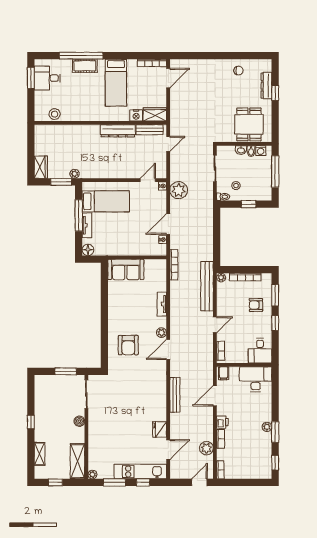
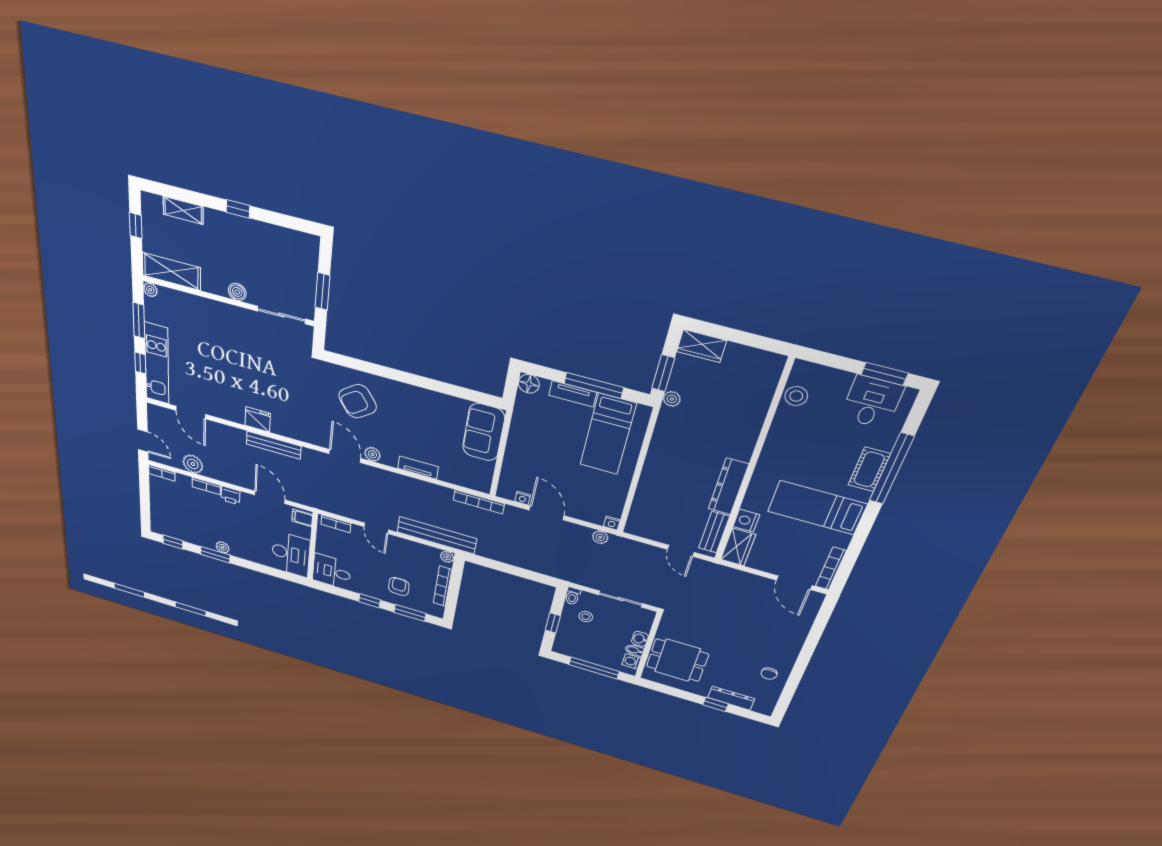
door: (148, 180) -> (628, 506), removed
plant: (179, 190) -> (600, 537), width x0.53, depth x0.53
armchair: (128, 345) -> (358, 401), turned -36
fridge: (160, 429) -> (258, 419), moved

